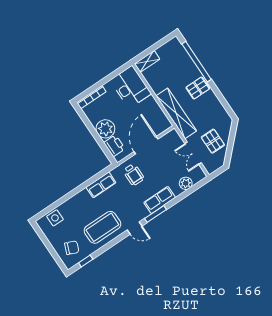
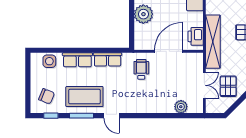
printer: (114, 146) -> (196, 36), moved, turned 180
double door: (193, 153) -> (204, 85), swing flipped
wheelchair: (134, 175) -> (141, 69), turned 180
row of seats: (160, 200) -> (77, 60), moved, turned 180
window: (156, 214) -> (81, 116), moved

